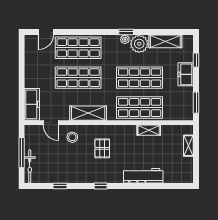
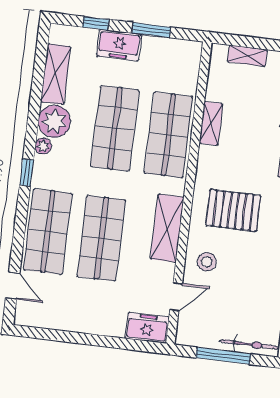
window: (126, 32) -> (27, 173), moved
window: (196, 103) -> (151, 30), moved
freezer: (32, 104) -> (147, 328), width x0.71
pallet: (102, 148) -> (233, 210), width x1.50, depth x1.42

